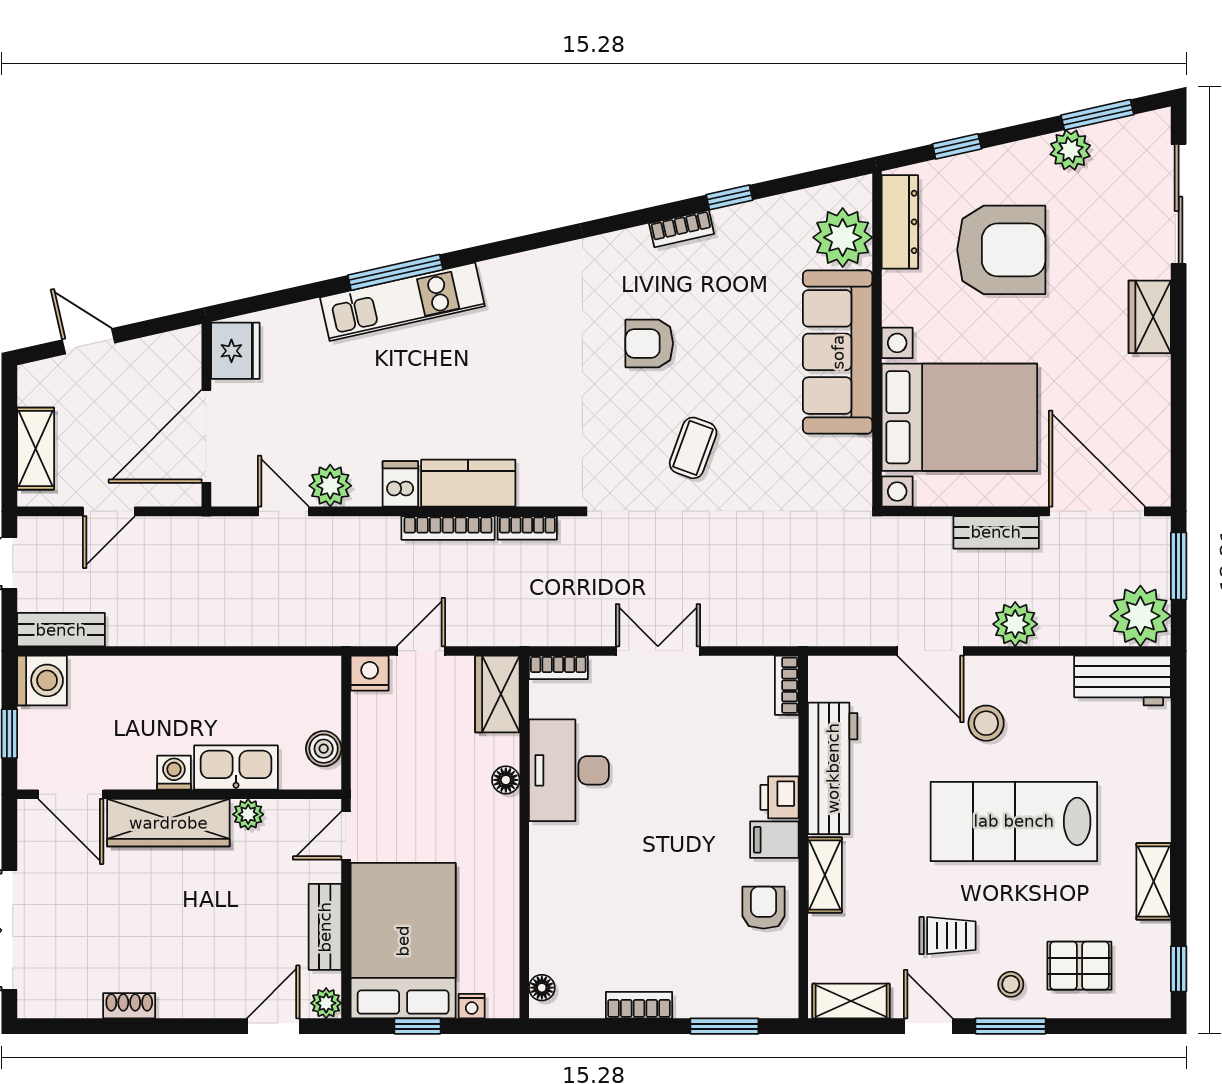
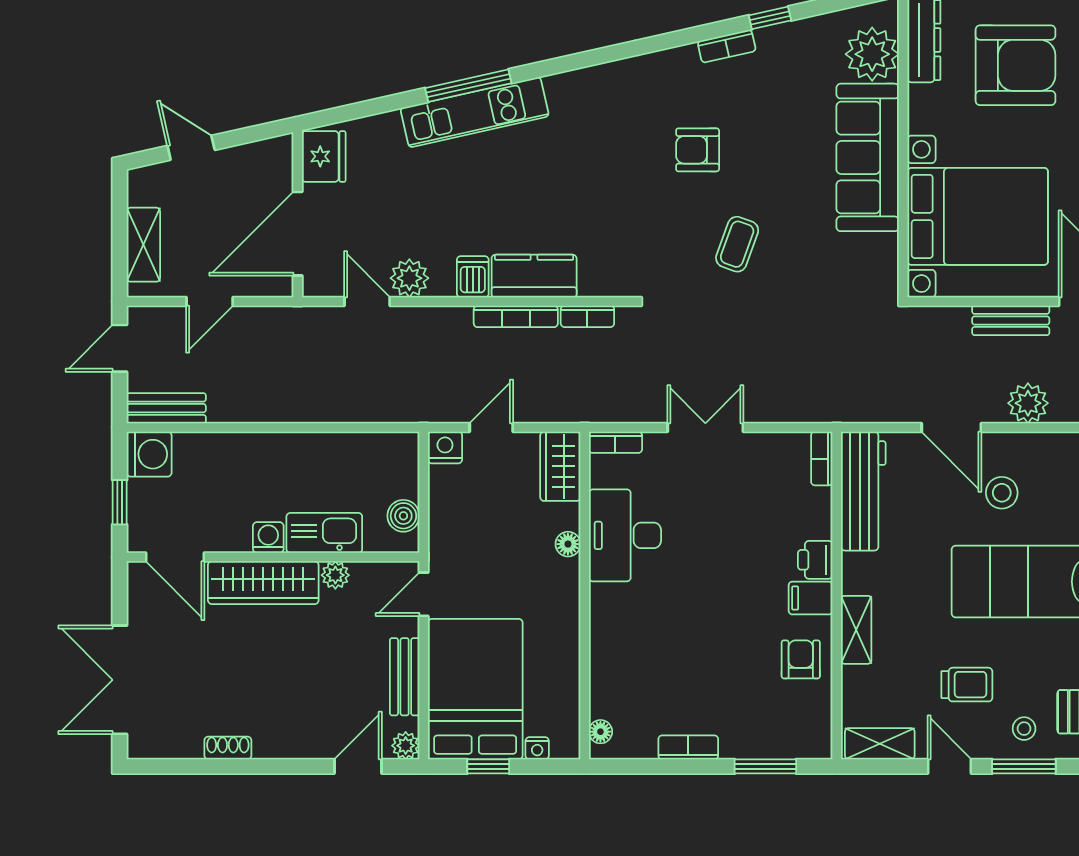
workbench: (833, 768) -> (863, 491), moved

